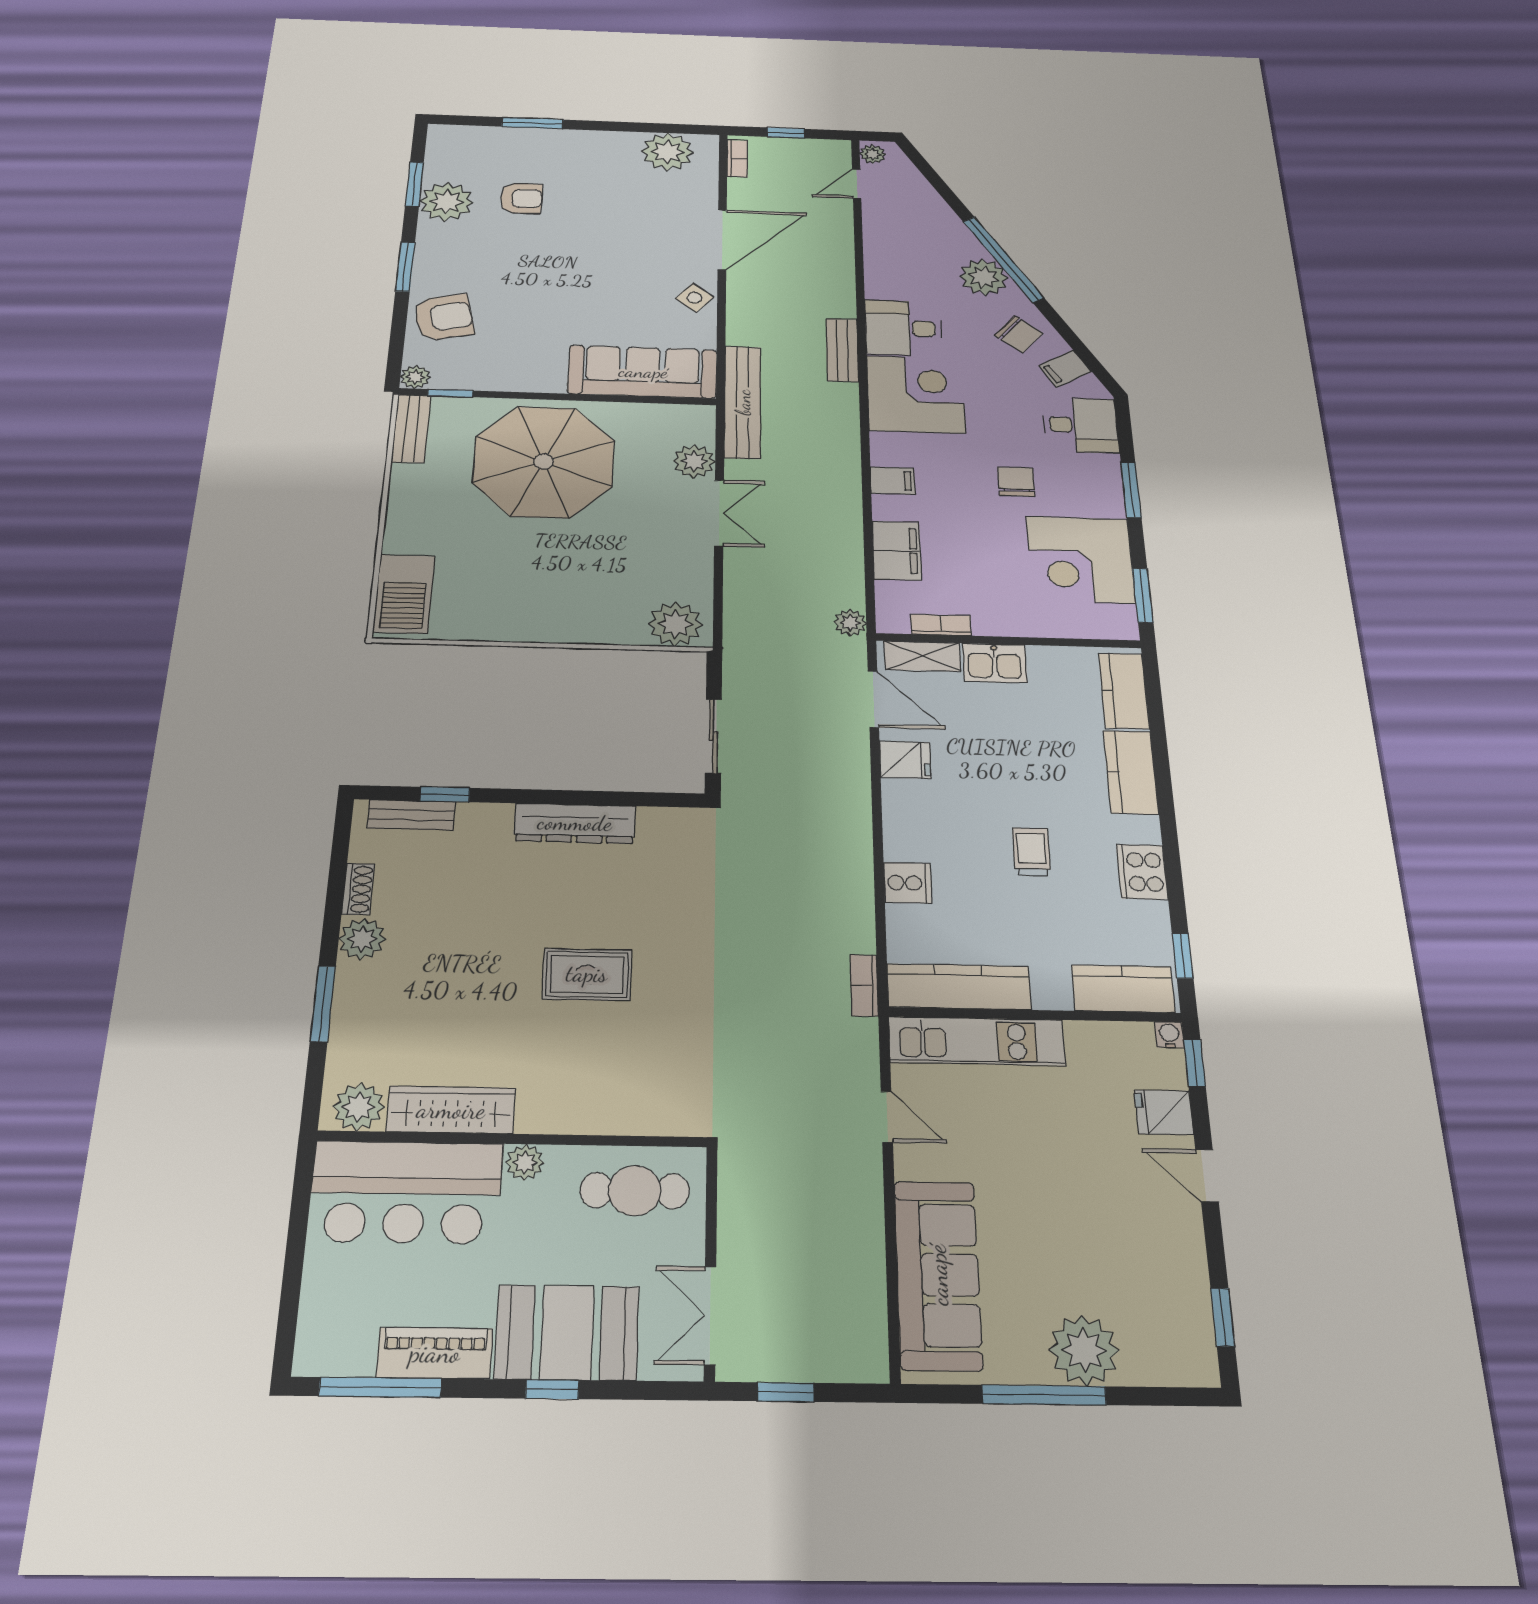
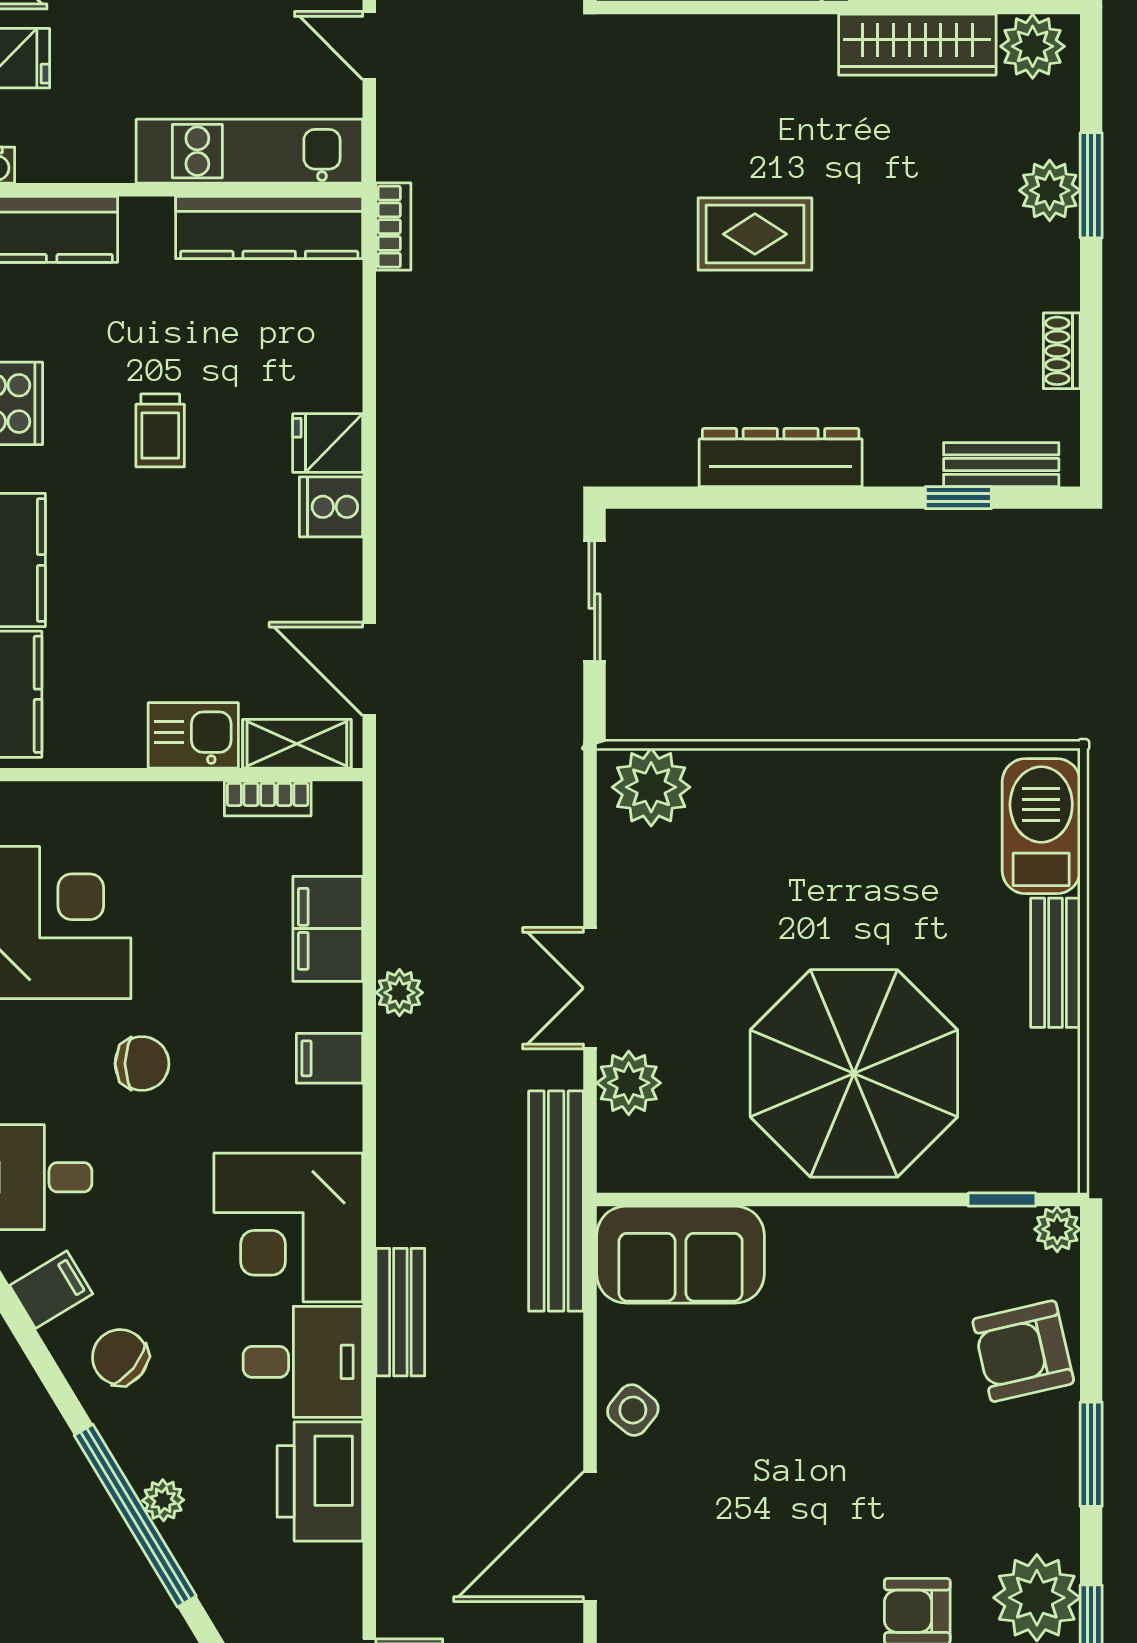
printer: (890, 271) -> (320, 1481), added
plant: (984, 277) -> (163, 1500), width x0.53, depth x0.53
sofa: (643, 372) -> (681, 1255), width x0.73
bench: (411, 429) -> (1055, 963), moved
chair: (1016, 482) -> (142, 1064), turned -90
plant: (850, 623) -> (399, 993), moved
fridge: (905, 760) -> (328, 443), moved
cooker: (908, 883) -> (331, 507), moved
plant: (362, 939) -> (1050, 190), moved

